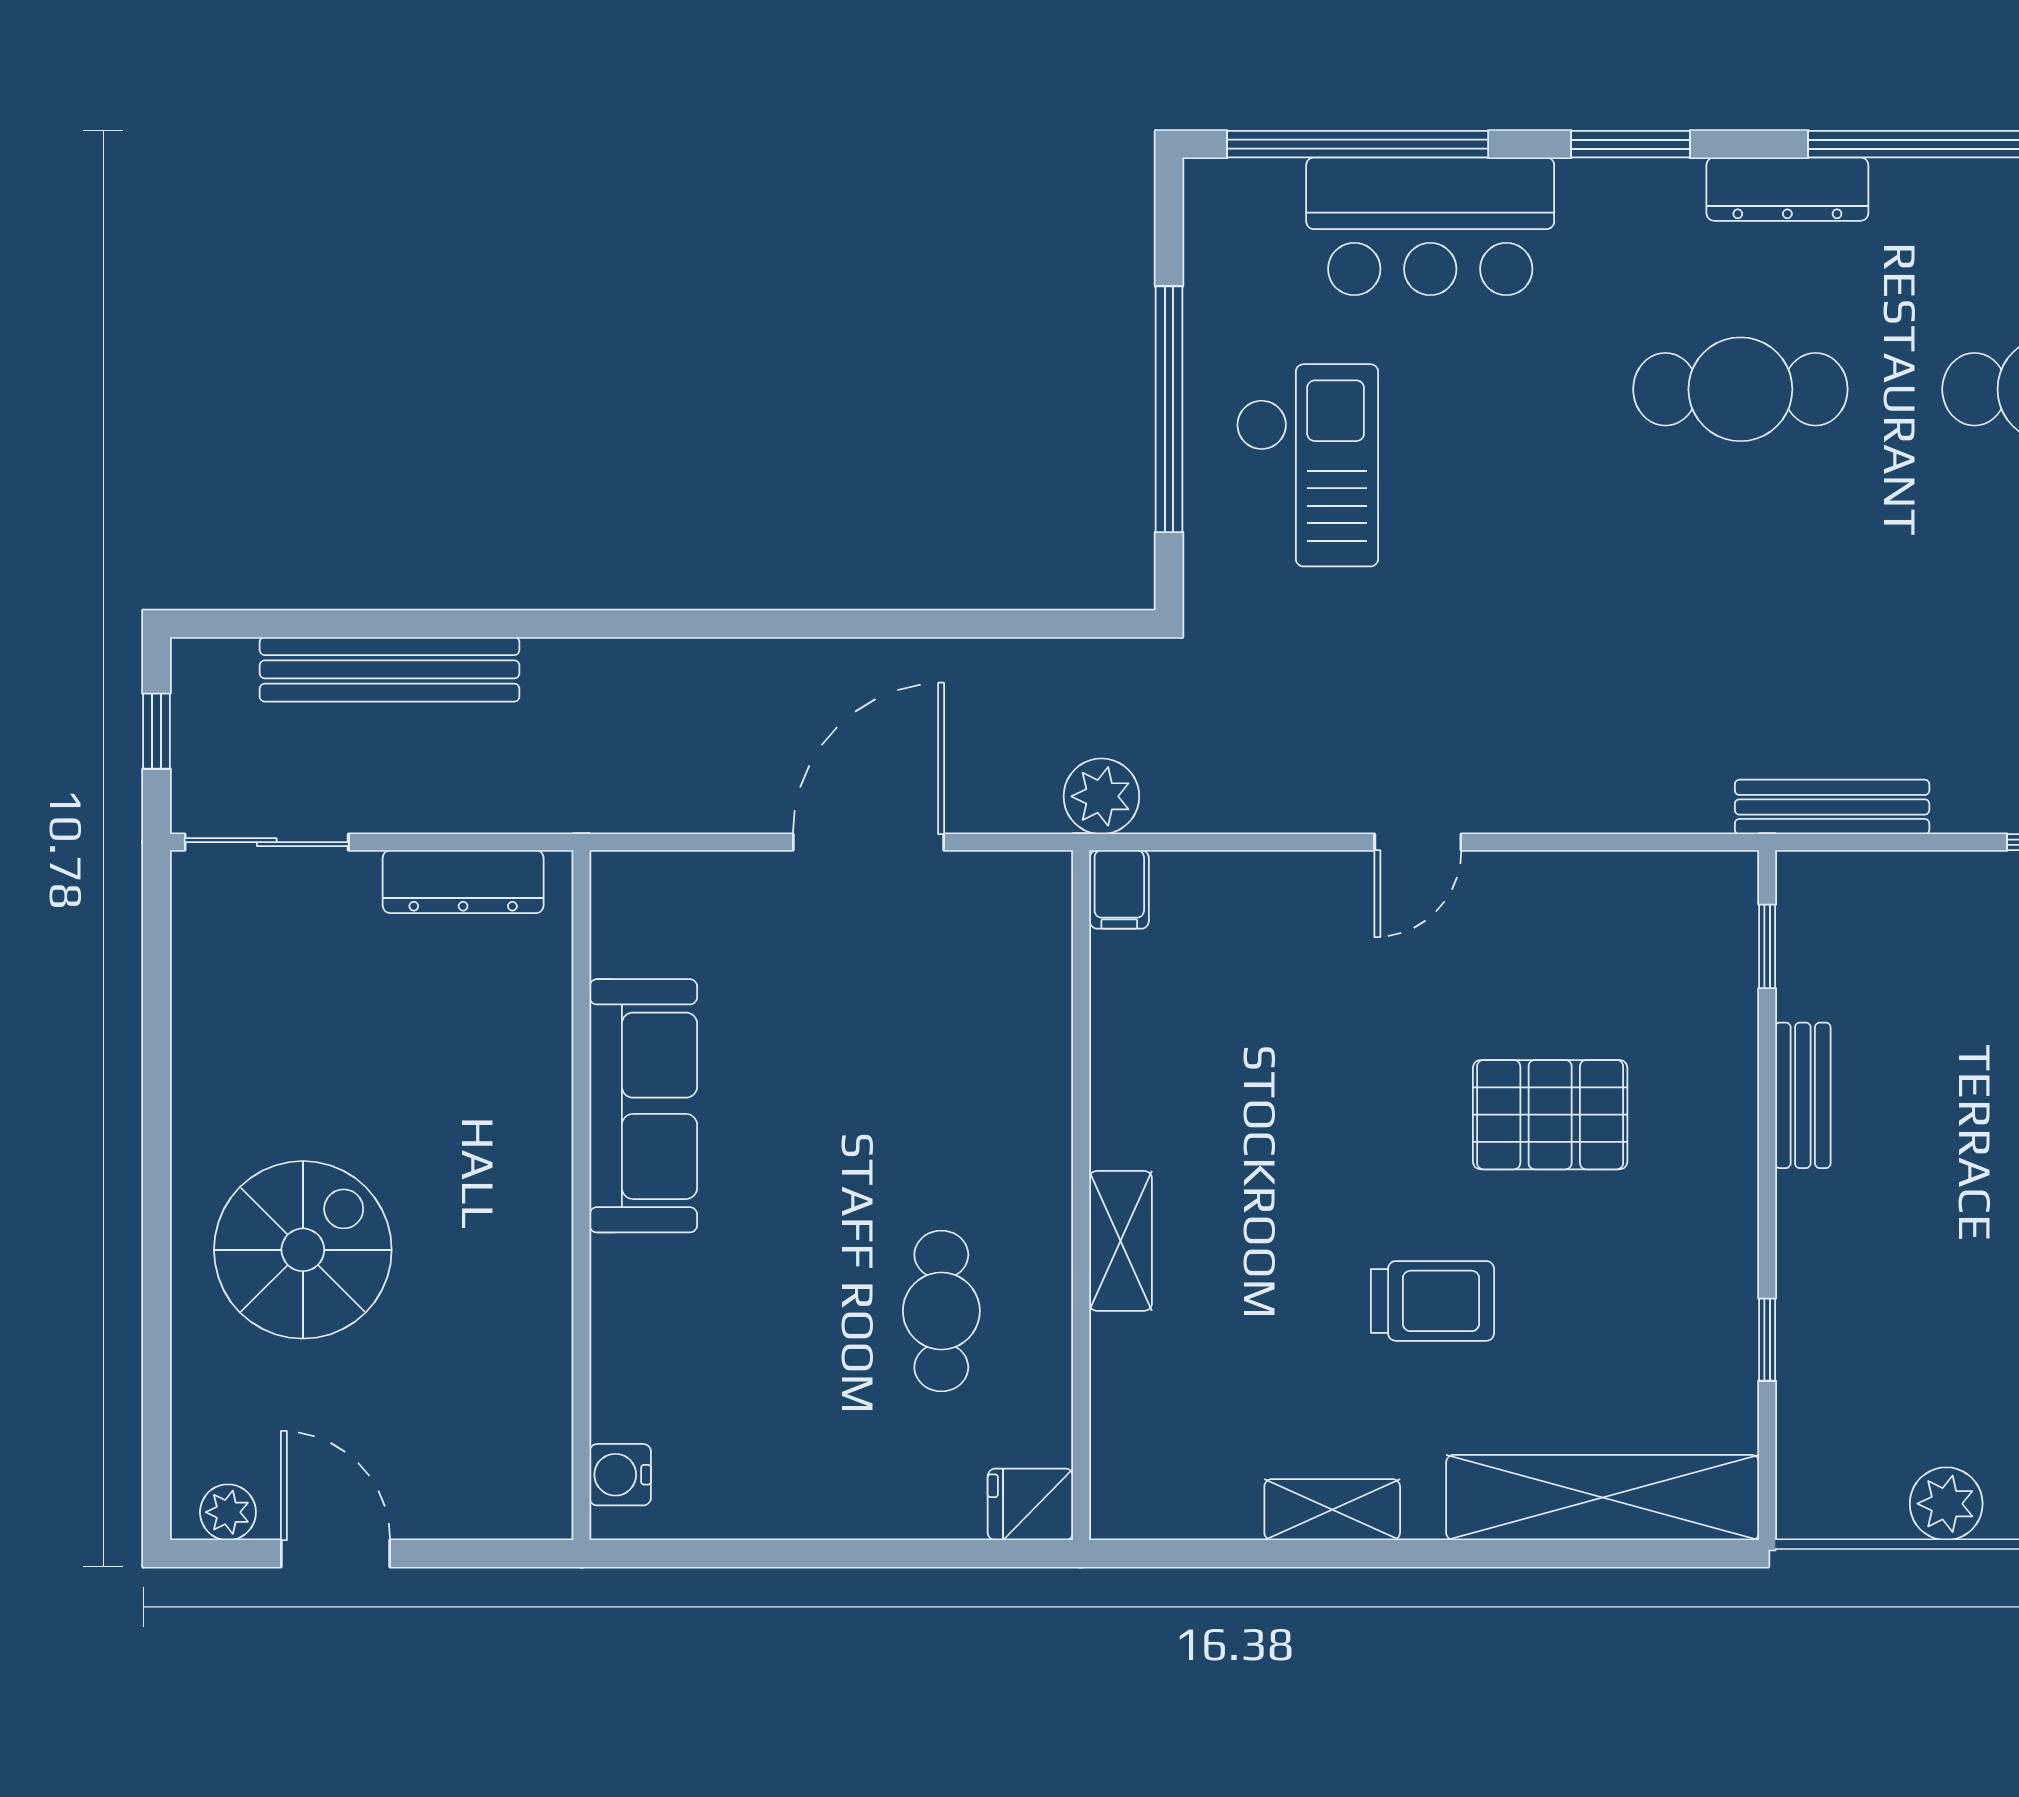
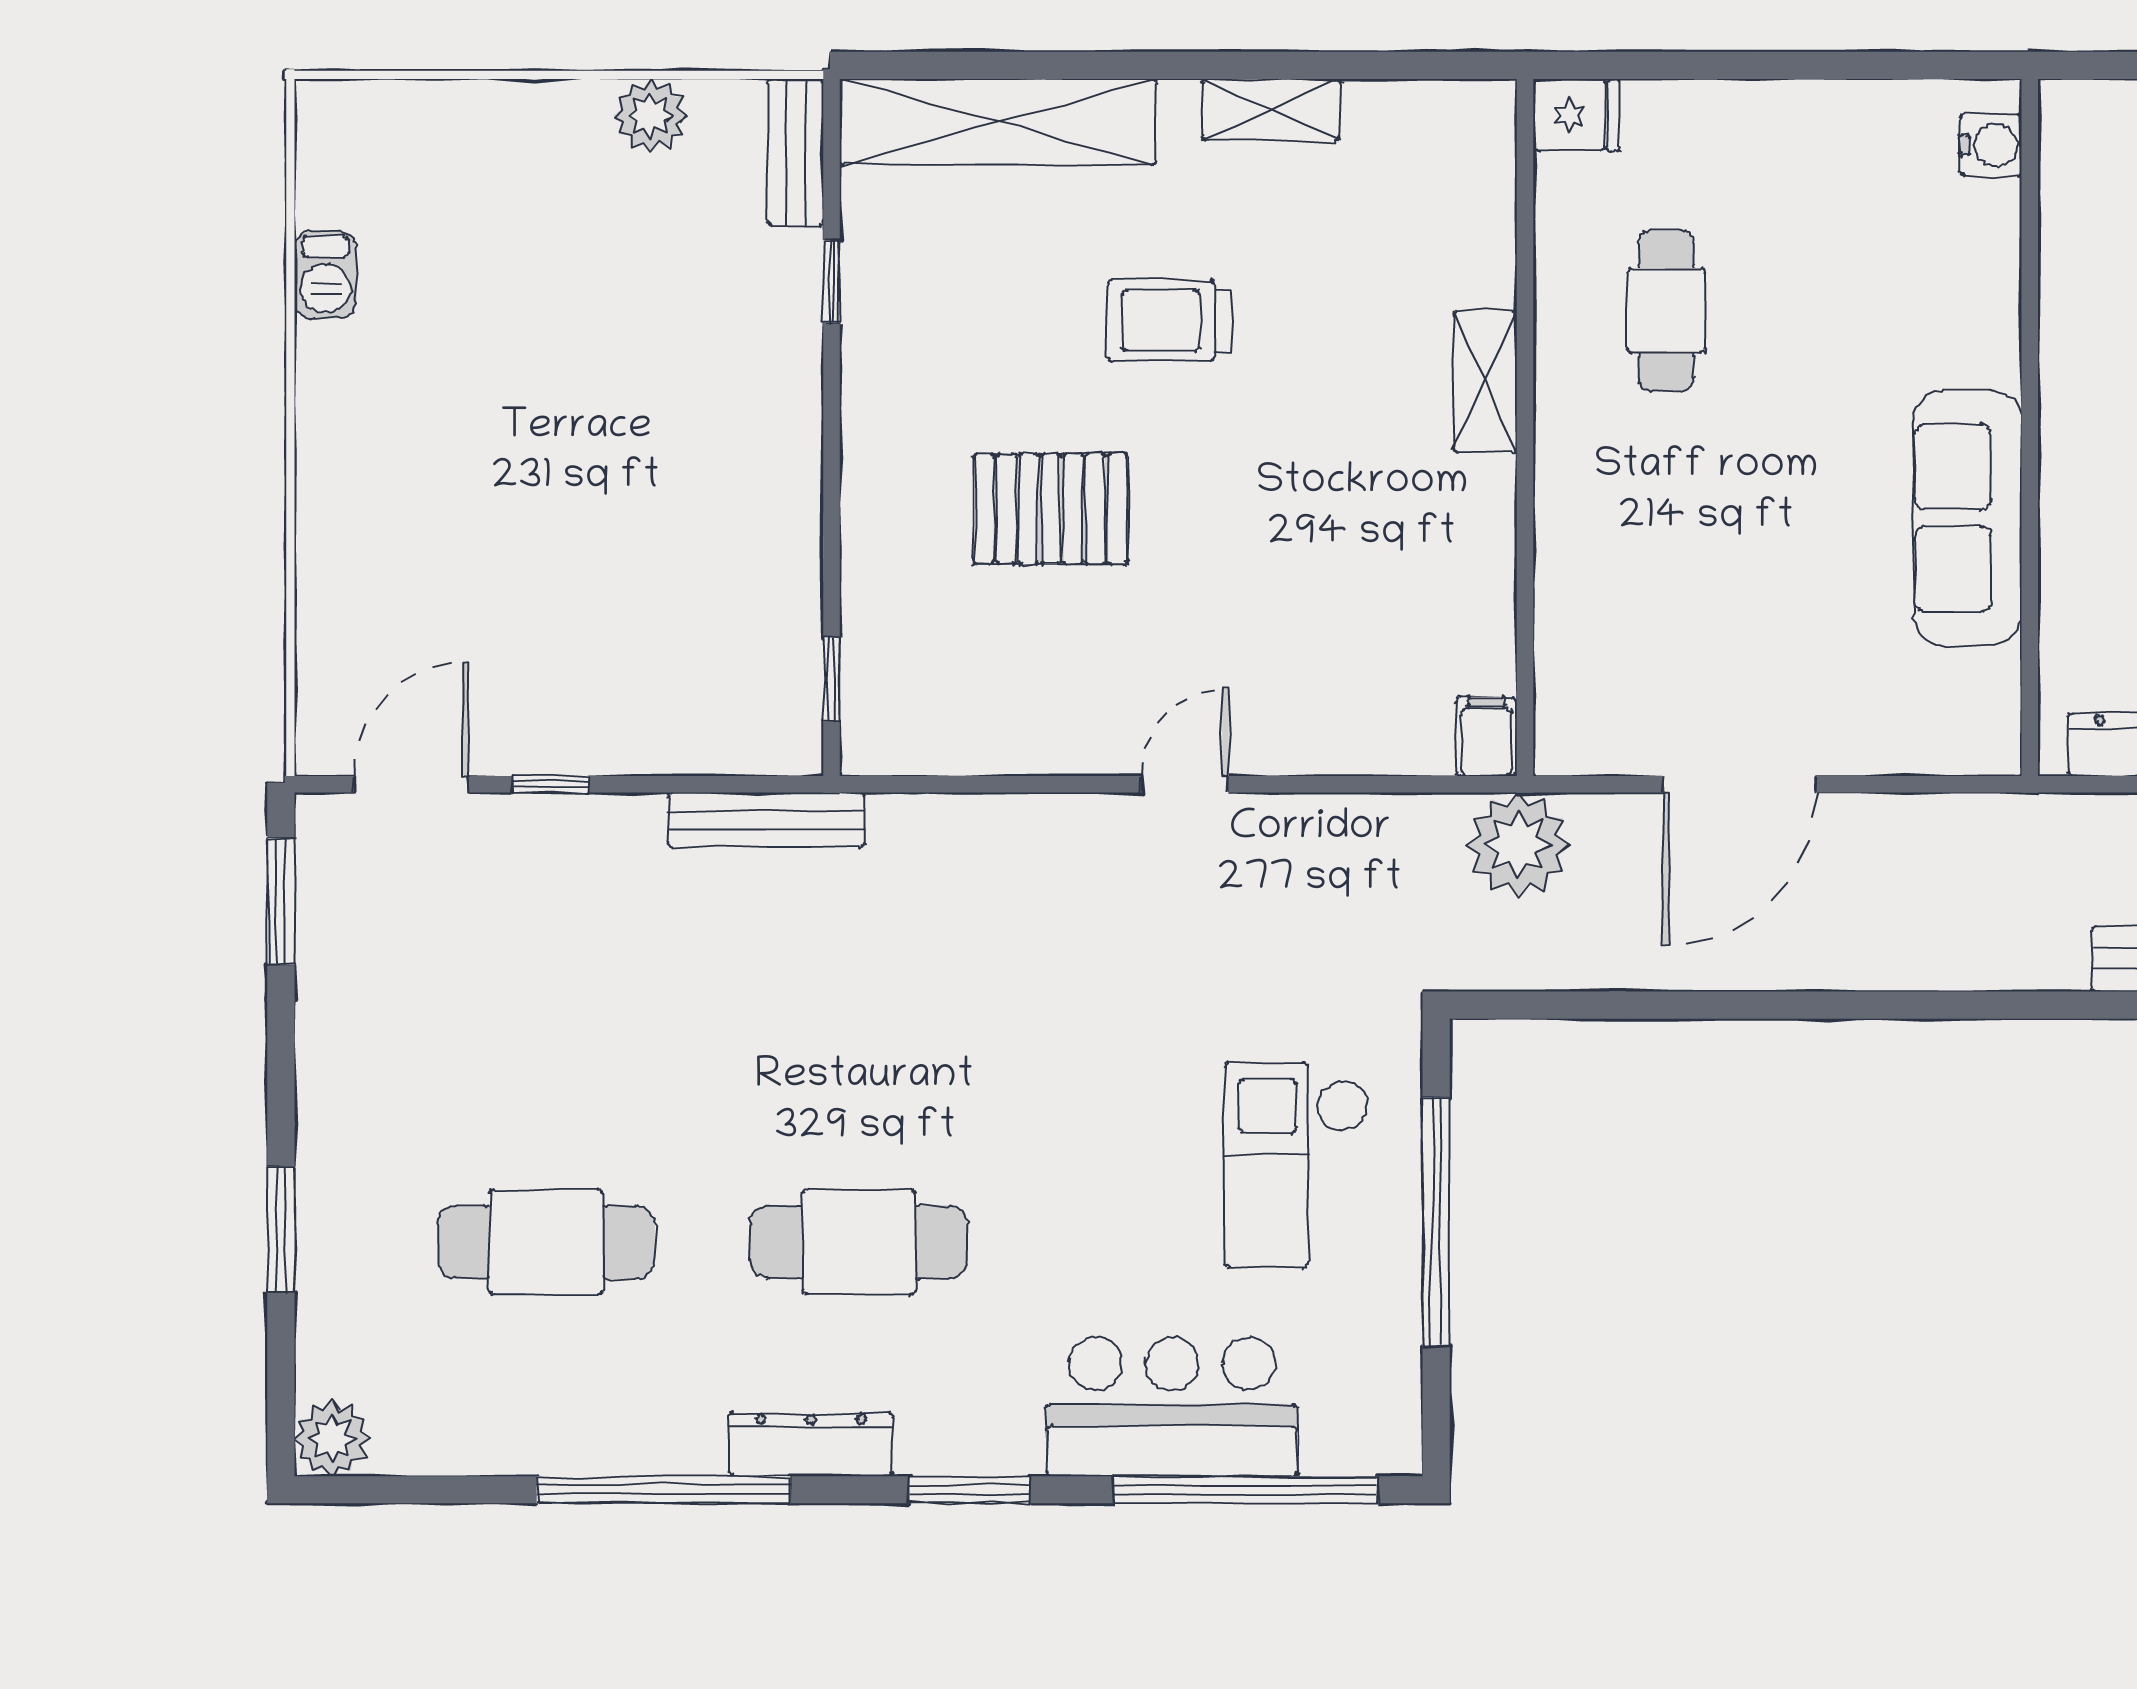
plant: (1101, 796) -> (1518, 845), width x1.36, depth x1.36
bench: (1803, 1095) -> (795, 152), moved

